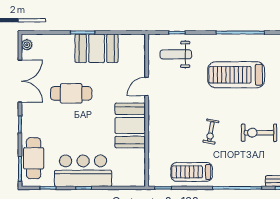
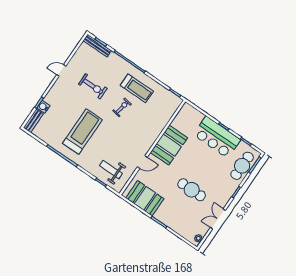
booth: (97, 48) -> (145, 198), moved
weight bench: (176, 54) -> (111, 170), turned 180
treadmill: (236, 75) -> (82, 132), turned -90
double door: (20, 81) -> (218, 219), width x0.73
treadmill: (192, 172) -> (137, 88), moved

